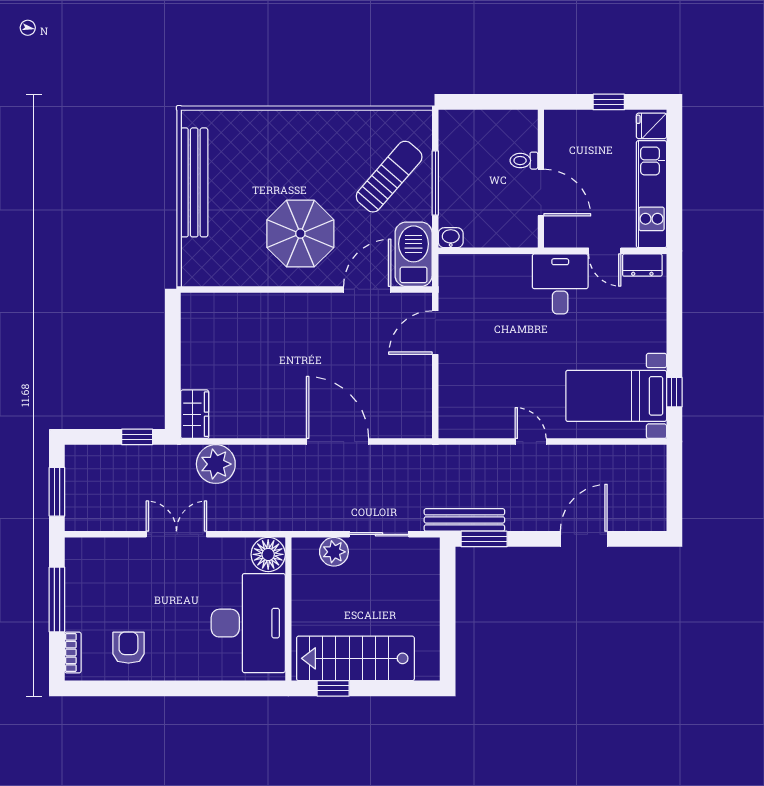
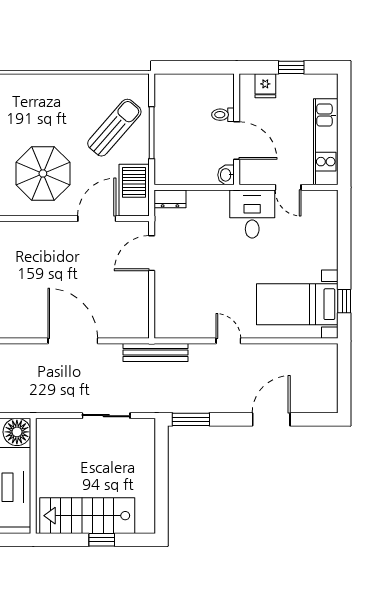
fridge: (651, 126) -> (265, 86), moved, turned -90
washbasin: (451, 238) -> (226, 175), moved, turned -90
dresser: (642, 265) -> (170, 199), moved
bench: (464, 520) -> (156, 353), moved
plant: (334, 552) -> (70, 430), removed
window: (333, 688) -> (102, 540), moved

